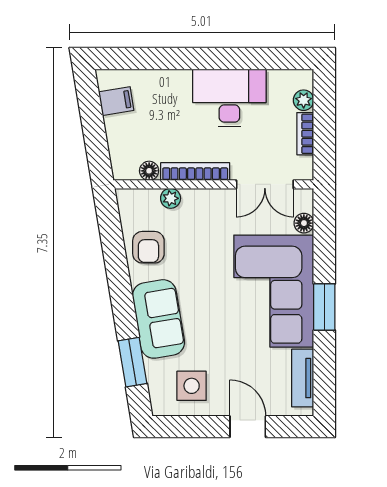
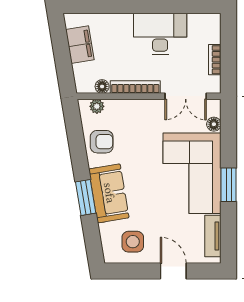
plant: (304, 100) -> (214, 36), removed
filing cabinet: (116, 101) -> (80, 45), width x2.00
plant: (171, 198) -> (97, 106), moved
armchair: (148, 247) -> (102, 142), turned -90
window: (132, 362) -> (86, 198), moved

